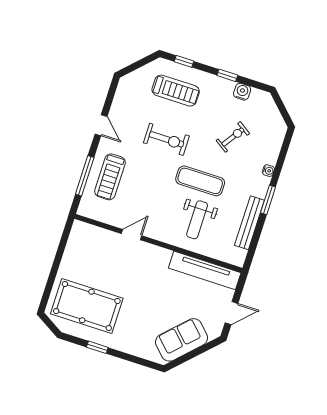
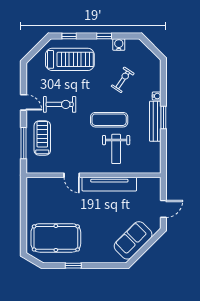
treadmill: (176, 91) -> (70, 59), width x1.37, depth x1.38
exercise bike: (166, 139) -> (60, 104), moved
treadmill: (110, 177) -> (42, 138), turned 180
bench: (249, 223) -> (155, 121), moved
door: (132, 235) -> (72, 175), swing flipped
tv unit: (205, 270) -> (109, 184), moved

